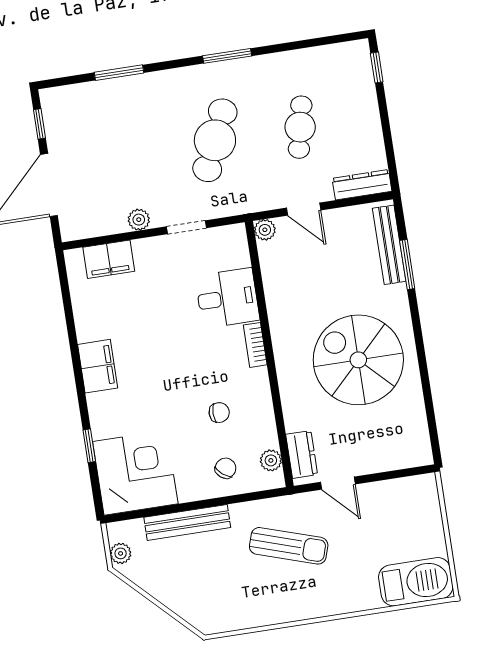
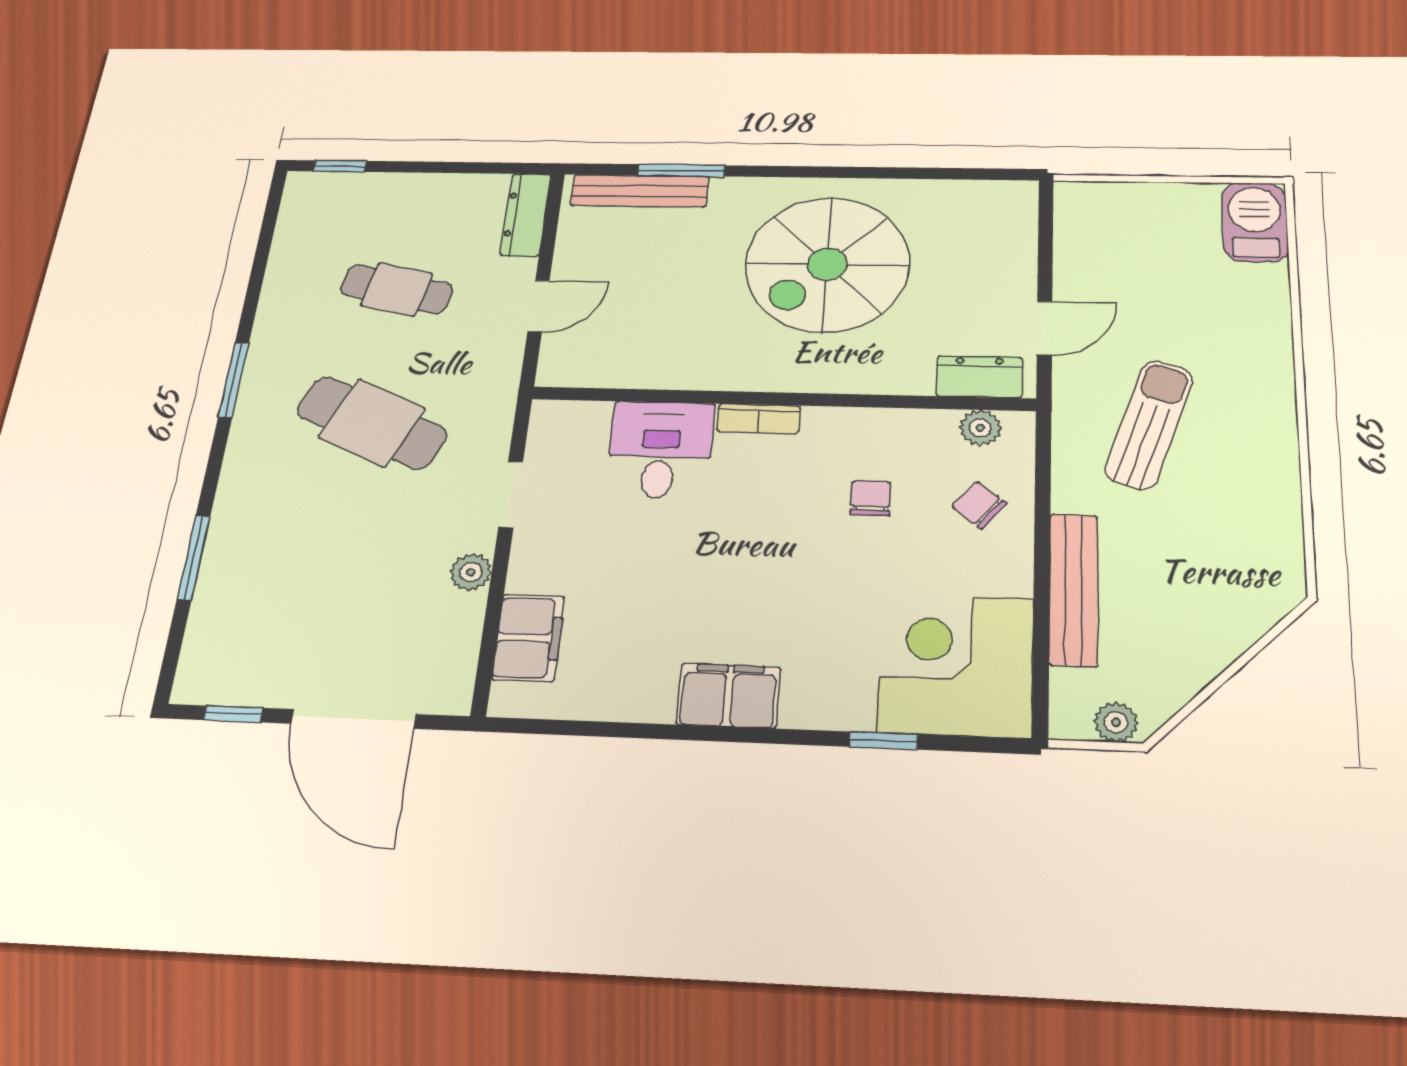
plant: (265, 230) -> (556, 370), removed
barbecue: (416, 582) -> (1255, 222), width x0.73, depth x0.83

